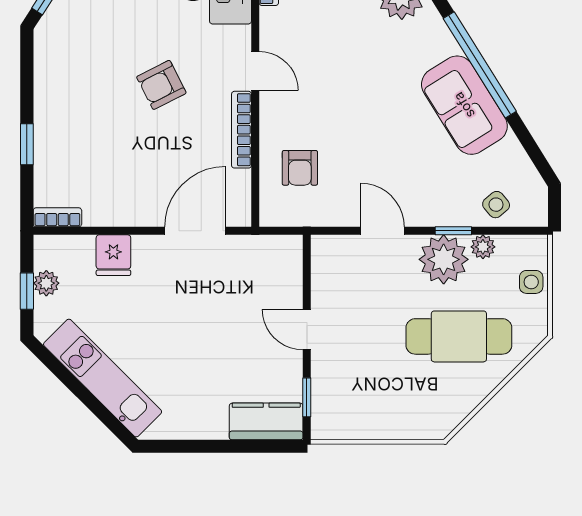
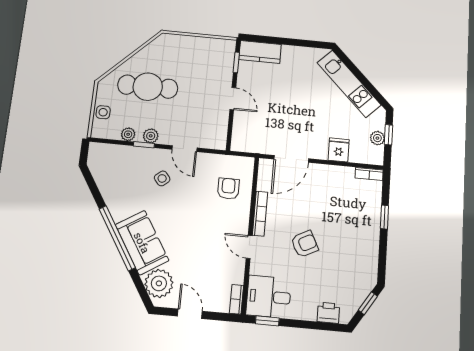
sofa: (464, 105) -> (142, 243), moved
side table: (496, 205) -> (162, 178), moved
plant: (444, 259) -> (151, 136), width x0.53, depth x0.53

